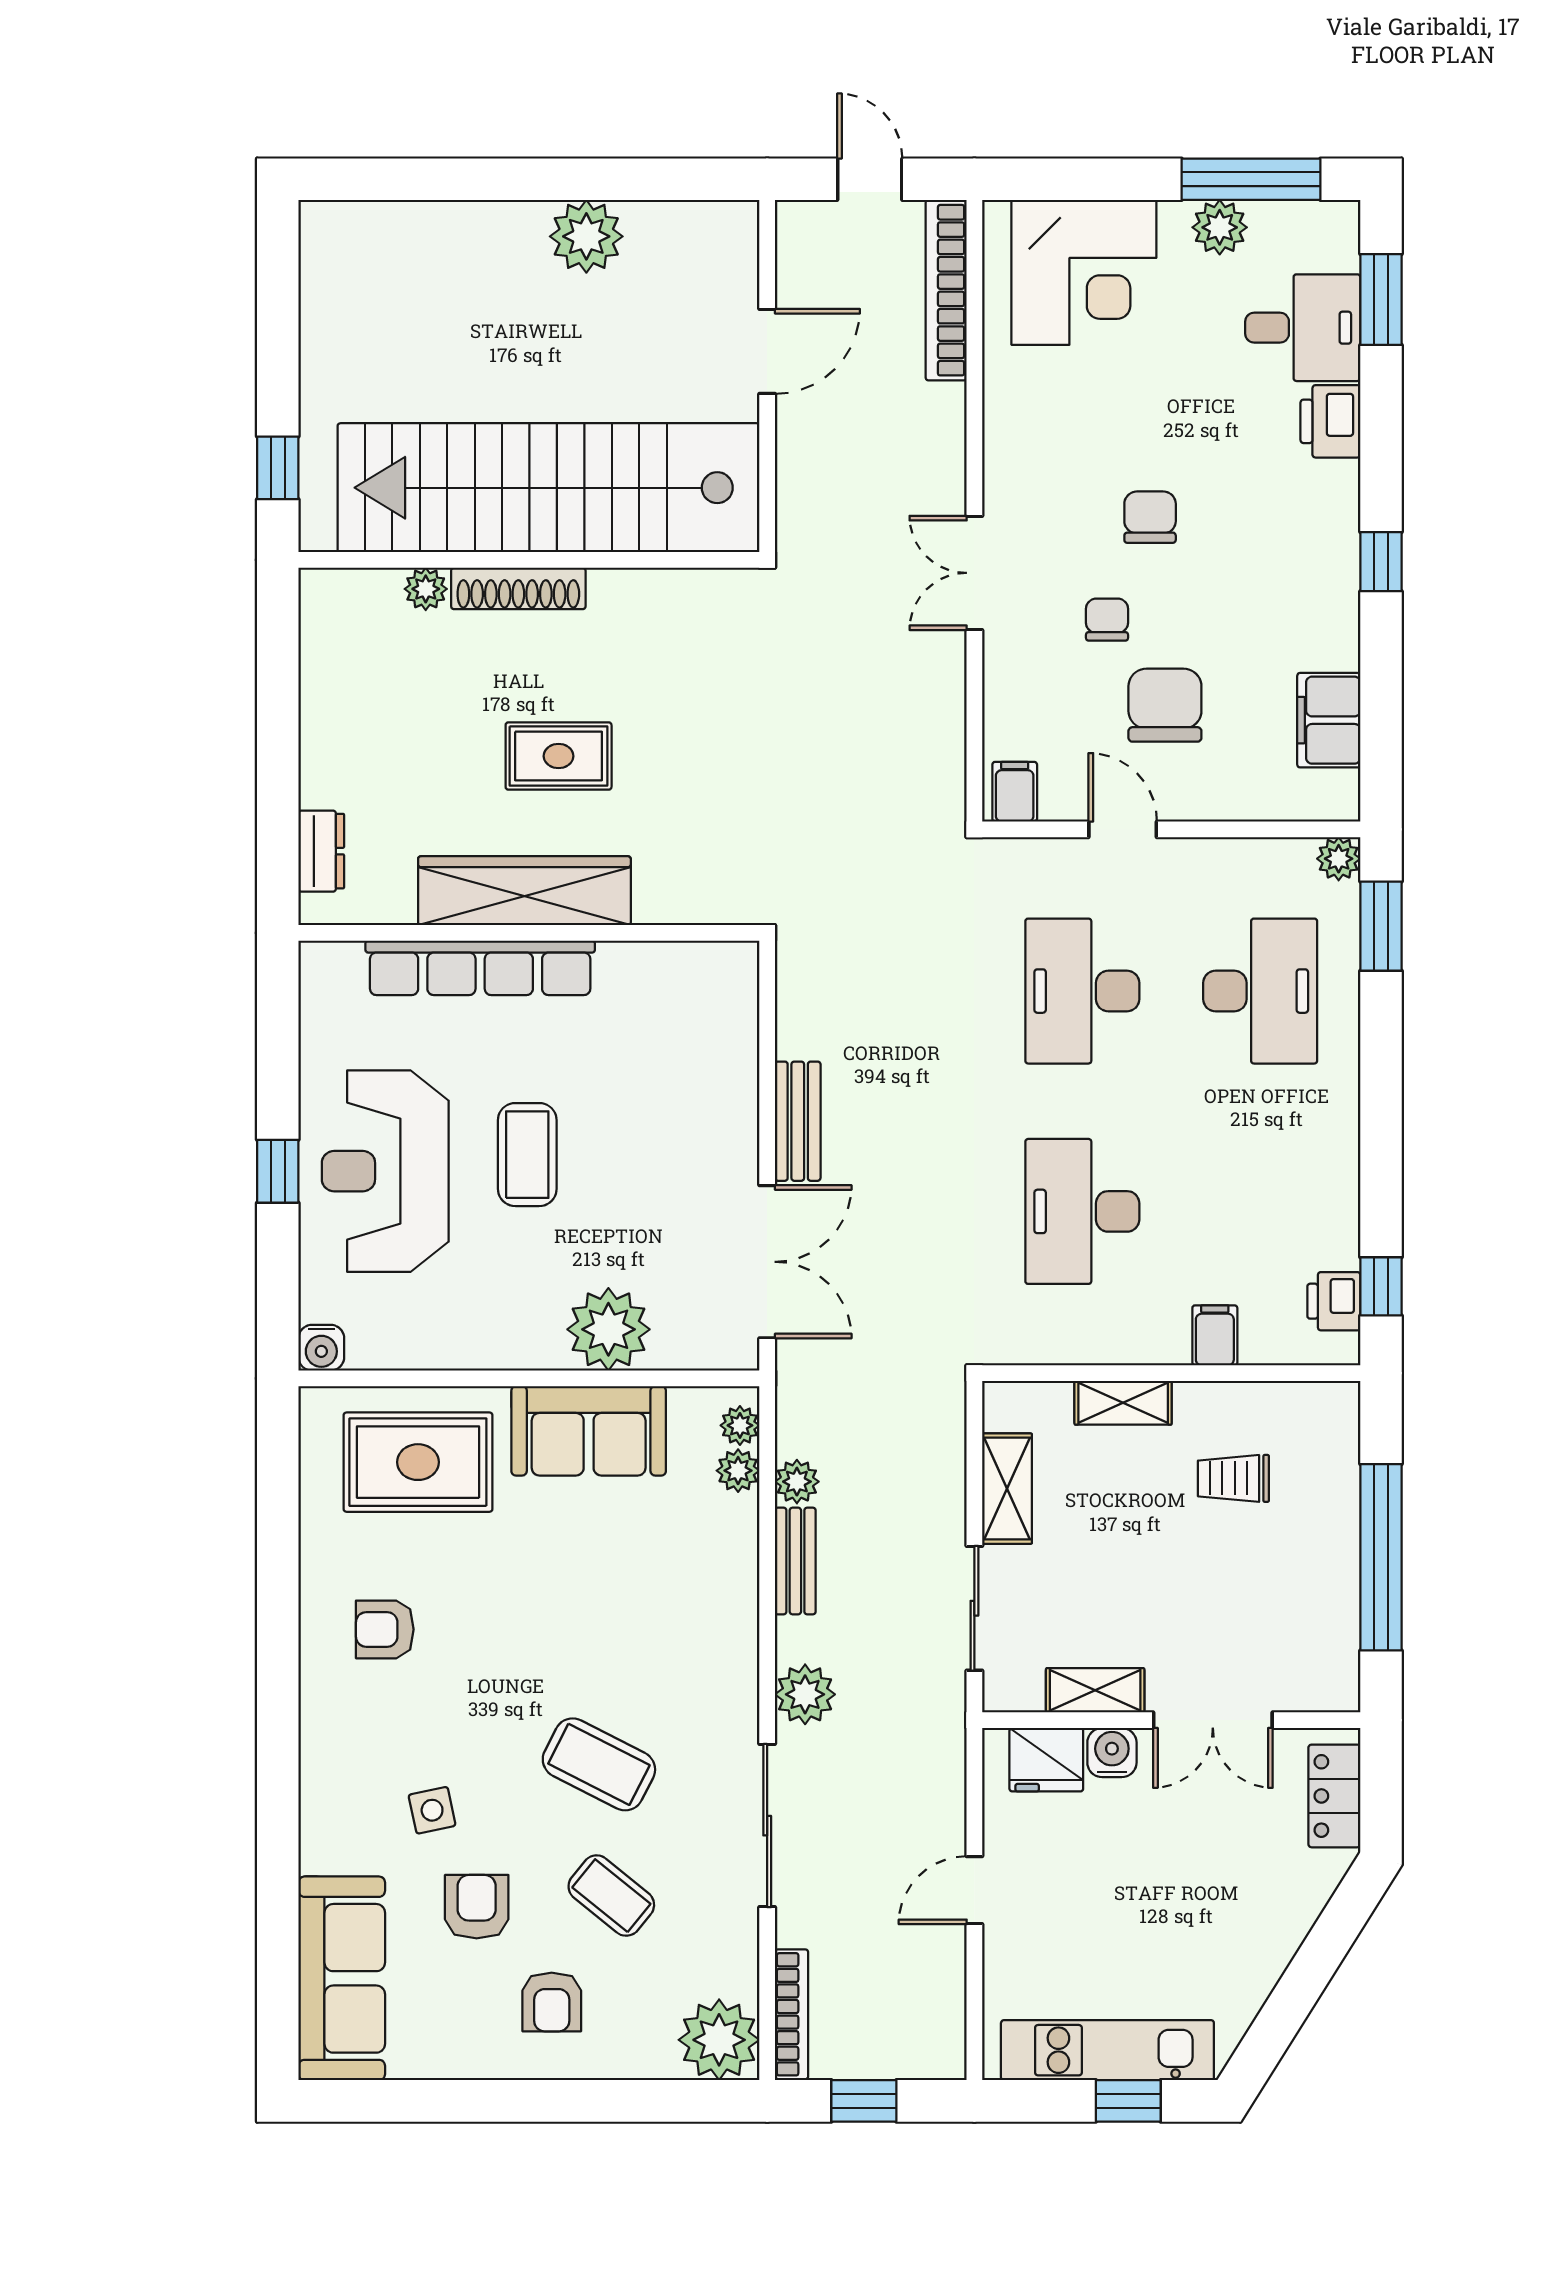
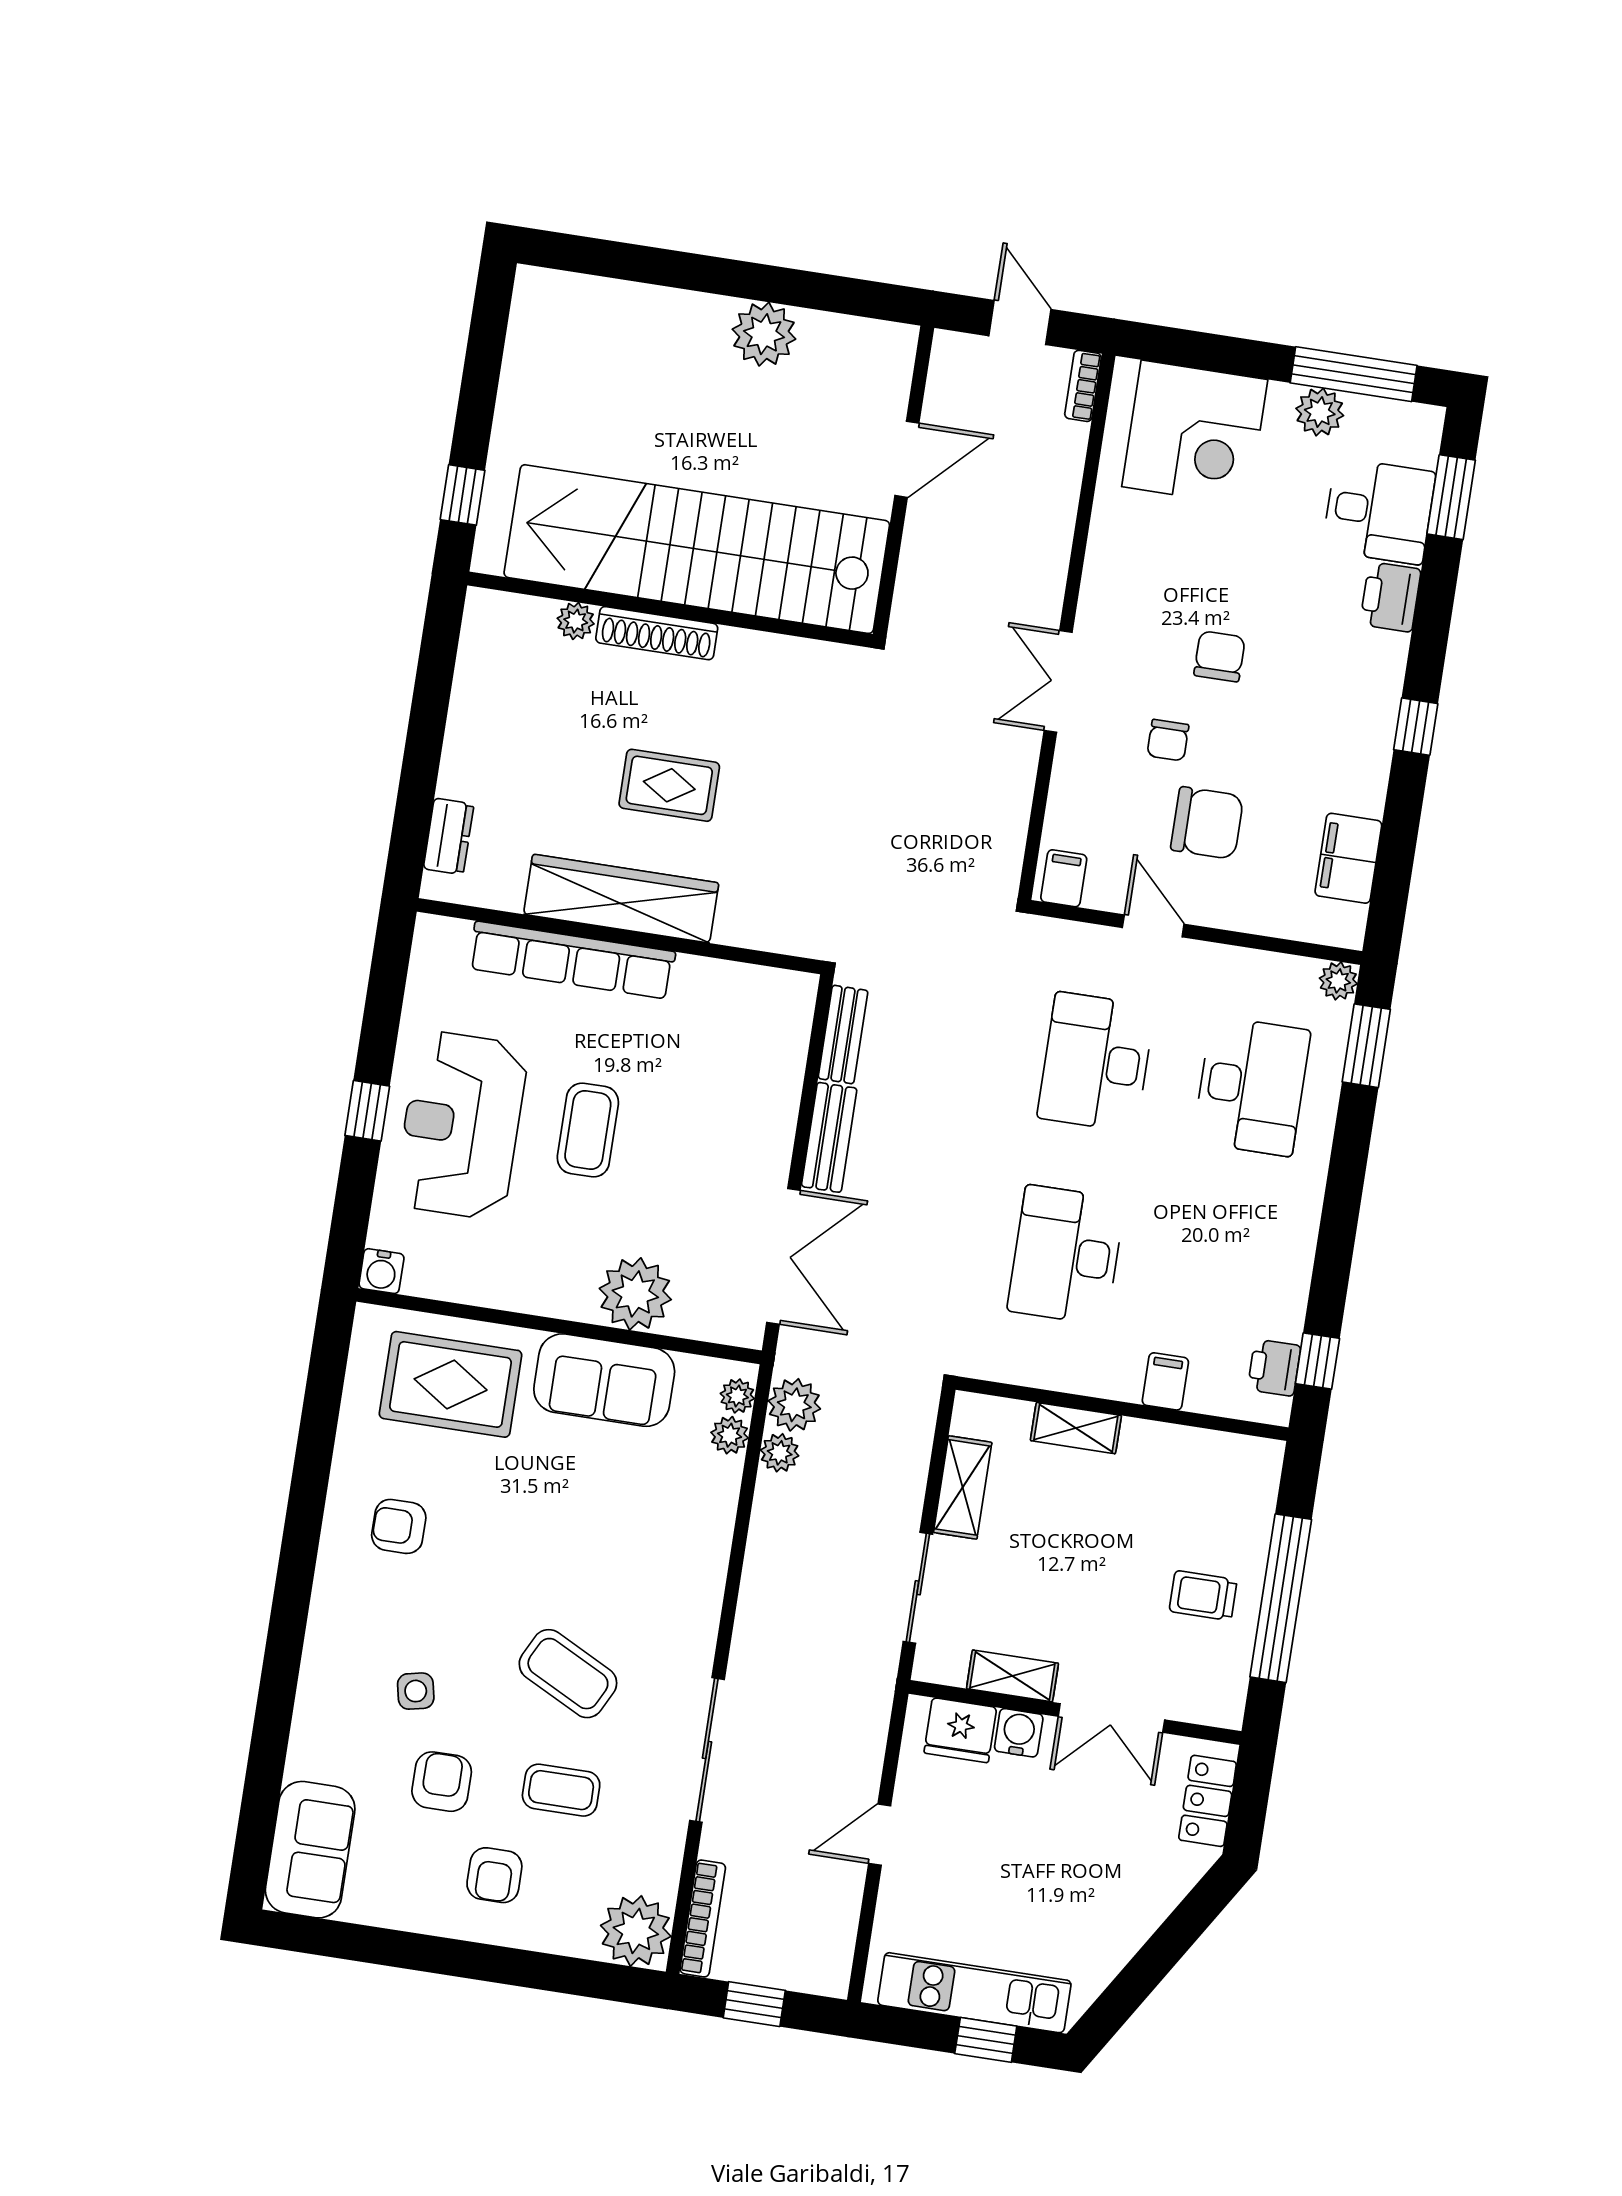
bookcase: (946, 290) -> (1083, 386), width x0.43, depth x0.76
chair: (1107, 620) -> (1168, 740), turned 180
chair: (1165, 705) -> (1207, 823), turned 90
trolley: (1233, 1478) -> (1203, 1596), moved
bench: (795, 1561) -> (843, 1034), moved
plant: (805, 1694) -> (794, 1405), moved
coffee table: (611, 1896) -> (561, 1790), turned -39
sofa: (342, 1978) -> (310, 1850), width x0.73

